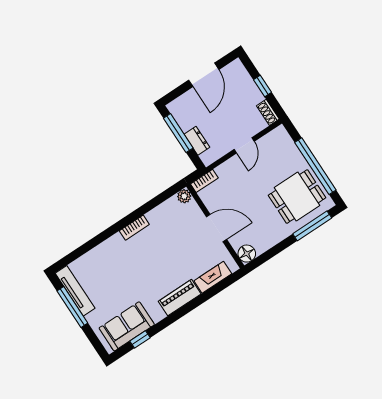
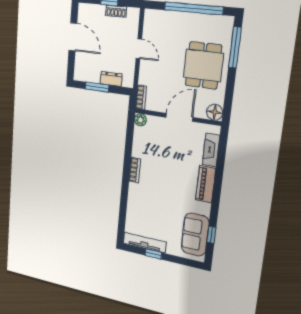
shoe rack: (268, 112) -> (116, 11), moved
window: (178, 133) -> (97, 87), width x0.69
dining table: (297, 197) -> (203, 65), moved
window: (72, 307) -> (153, 254), width x0.46

